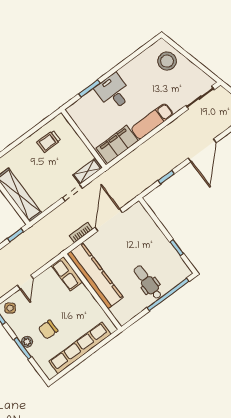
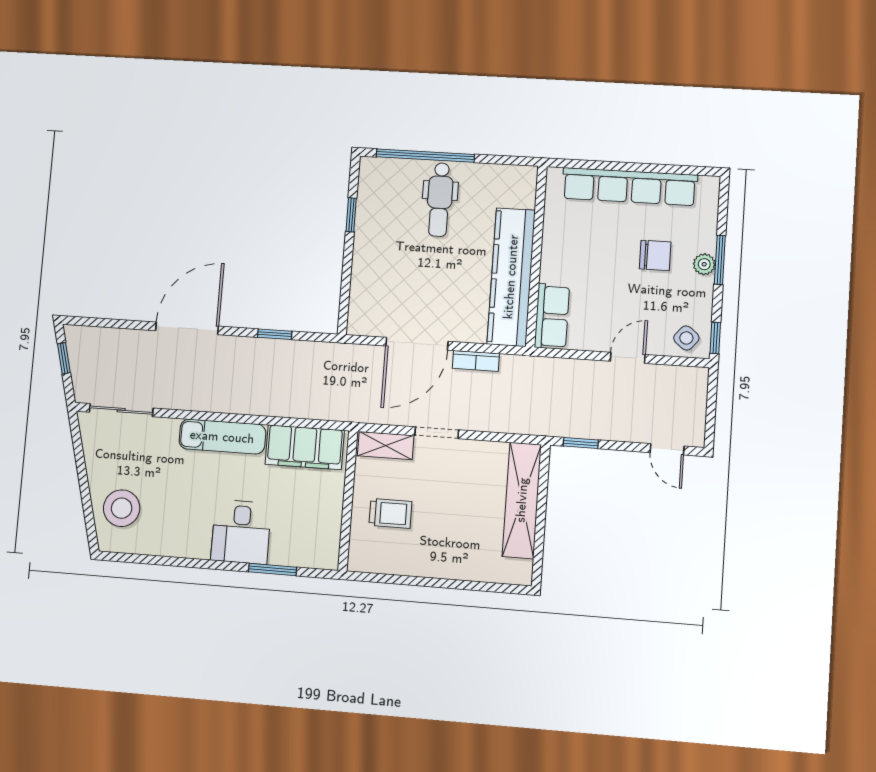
trolley: (49, 141) -> (390, 513), moved

